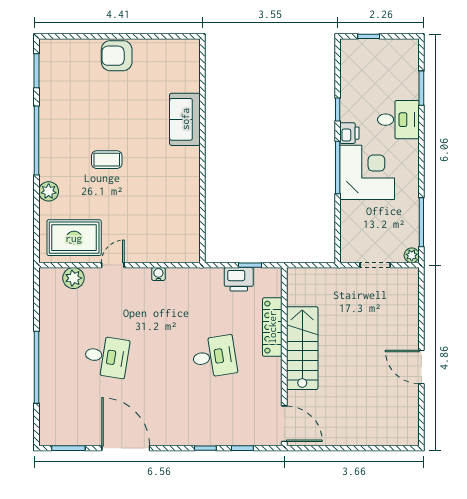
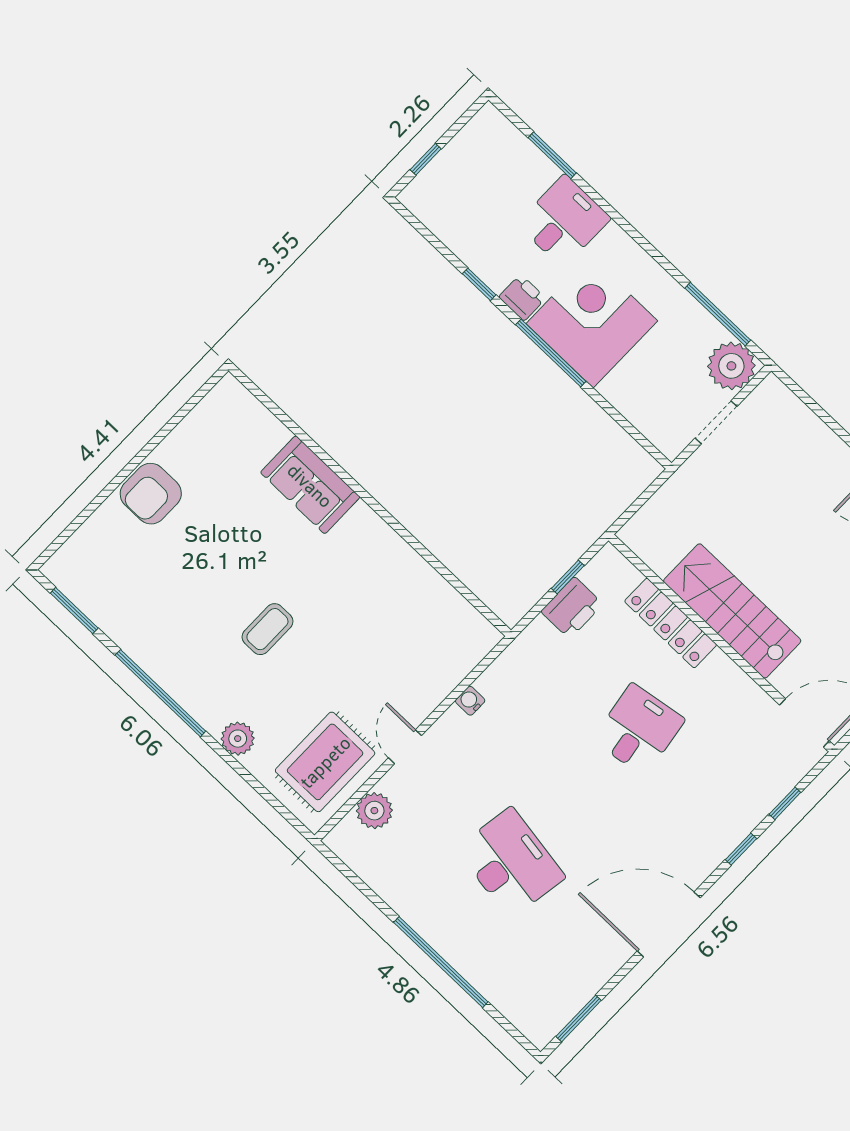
plant: (412, 255) -> (731, 366), width x1.87, depth x1.87
desk: (106, 357) -> (511, 863), width x1.37
door: (126, 448) -> (669, 924), moved

